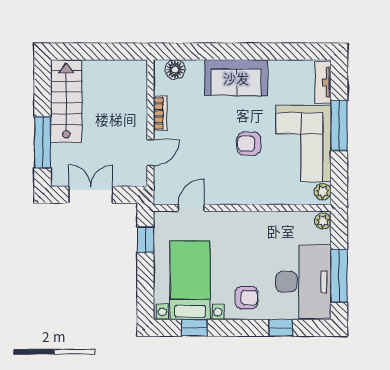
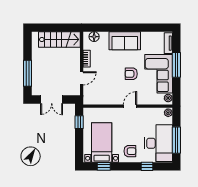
stairs: (66, 101) -> (59, 40), moved, turned 90
double door: (91, 195) -> (52, 100), swing flipped
door: (191, 208) -> (130, 106), moved

